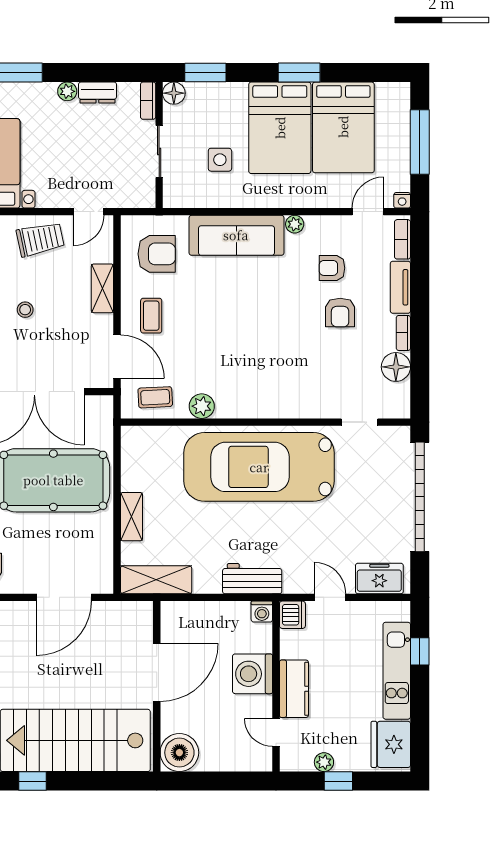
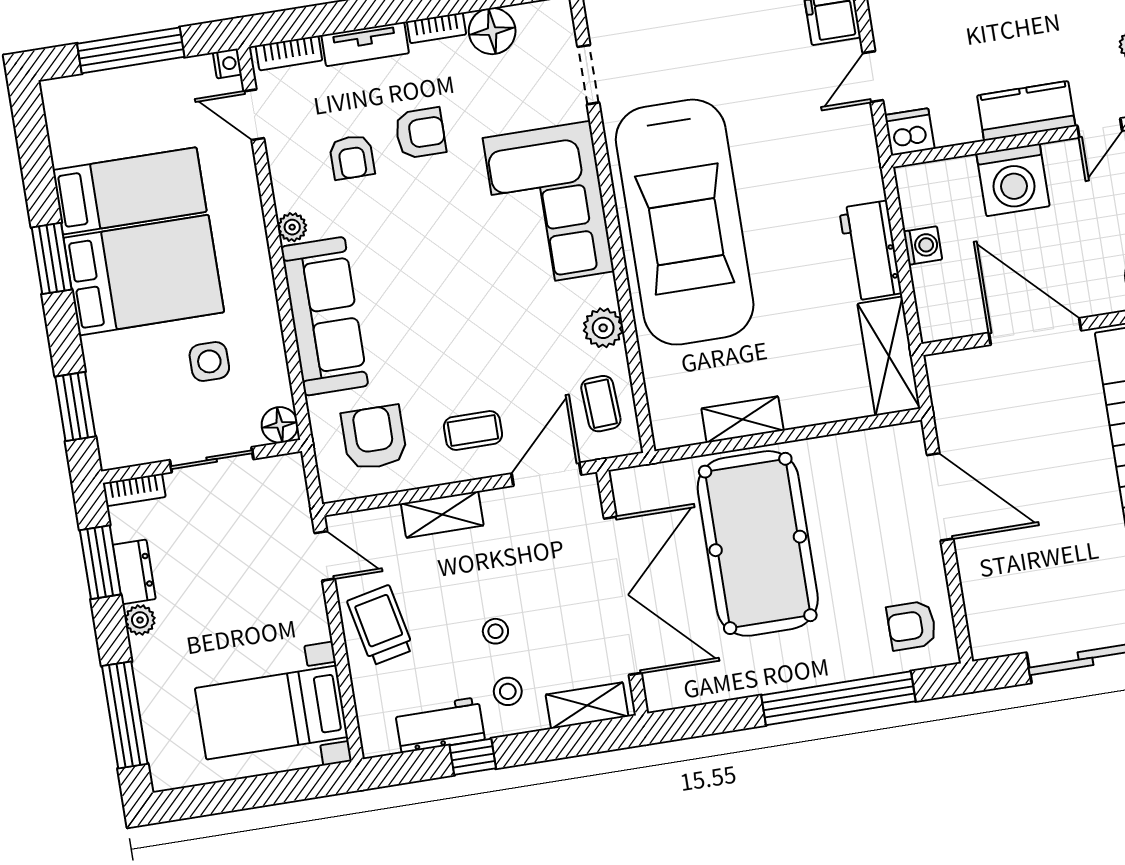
window: (107, 73) -> (100, 562), added
floor lamp: (174, 93) -> (280, 425), moved
bed: (343, 127) -> (130, 191), width x0.67
corner sofa: (283, 385) -> (548, 205), added
shelving: (131, 517) -> (742, 419), moved
workbench: (252, 579) -> (870, 251), moved
washing machine: (262, 612) -> (923, 245), moved

